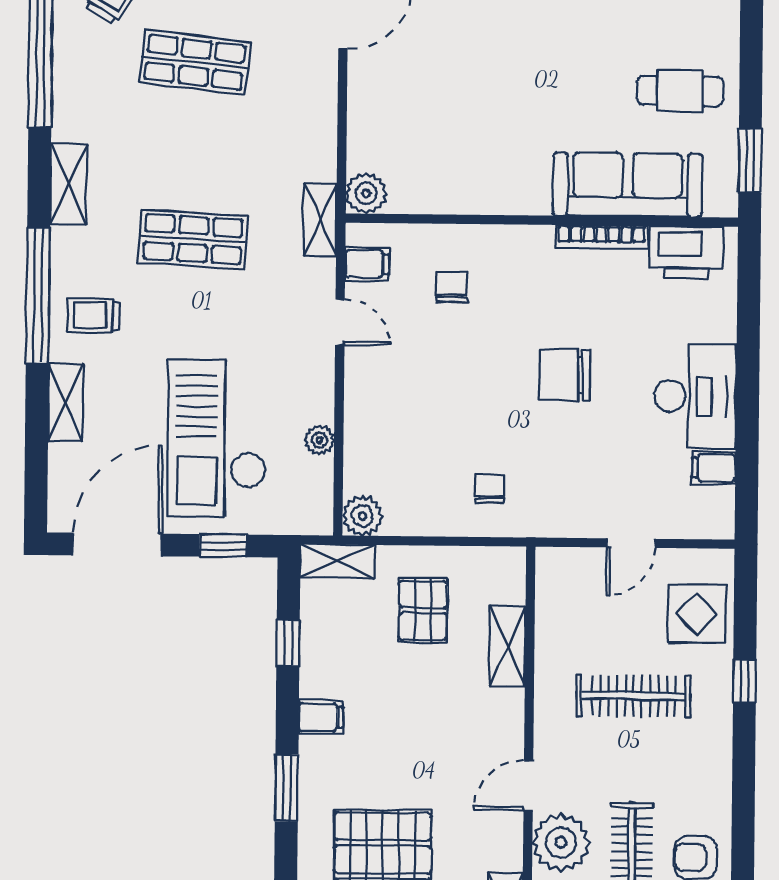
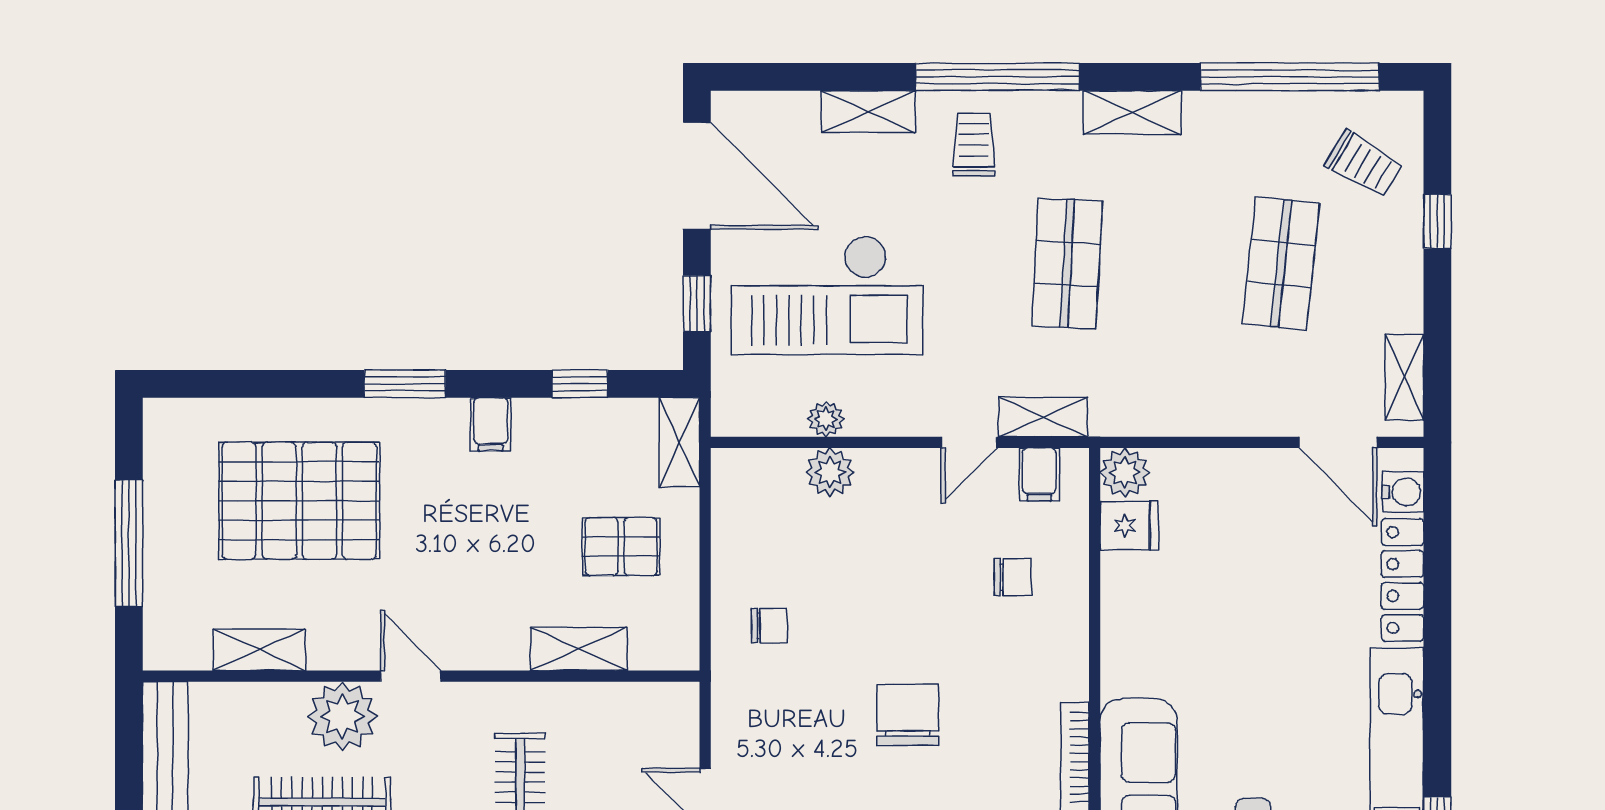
fridge: (410, 190) -> (1129, 525), added
shelving: (320, 220) -> (1043, 417), moved
checkout: (217, 438) -> (827, 295), turned 180
plant: (362, 516) -> (830, 472), moved

